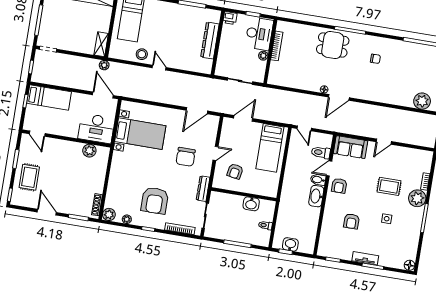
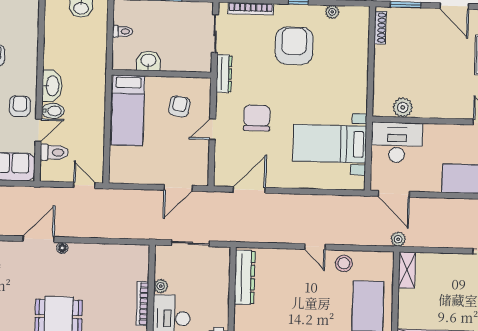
dresser: (210, 41) -> (245, 277), moved
bed: (270, 148) -> (128, 110), moved, turned 180
plant: (109, 214) -> (360, 15), removed

